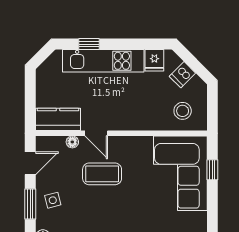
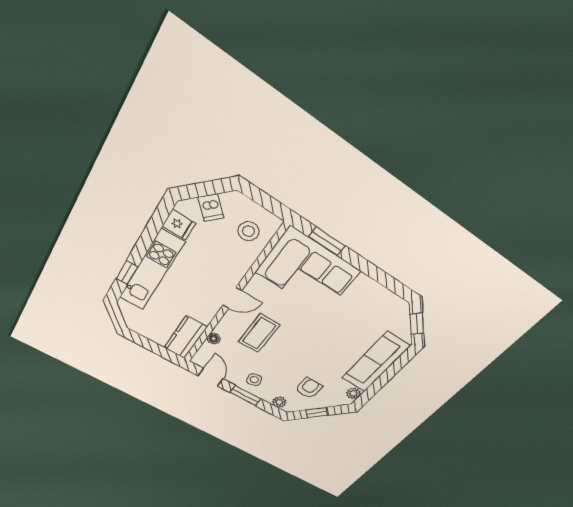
door: (96, 133) -> (232, 298), moved
window: (212, 170) -> (327, 241), width x1.50

